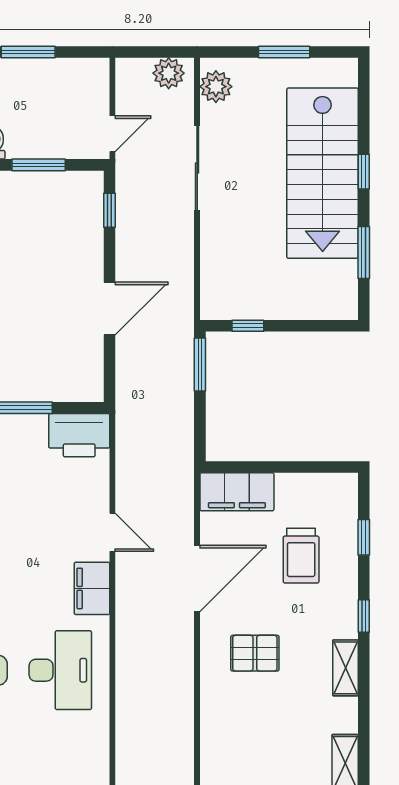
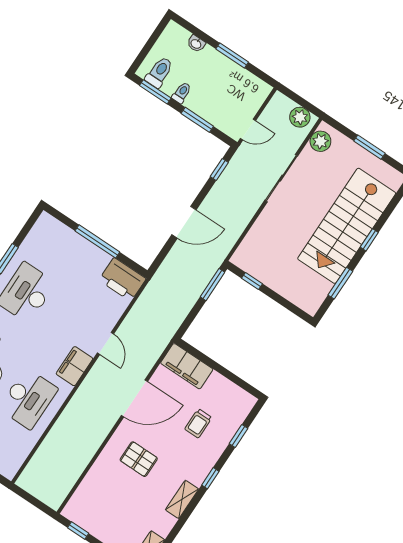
trolley: (301, 556) -> (198, 423), width x0.73, depth x0.72

